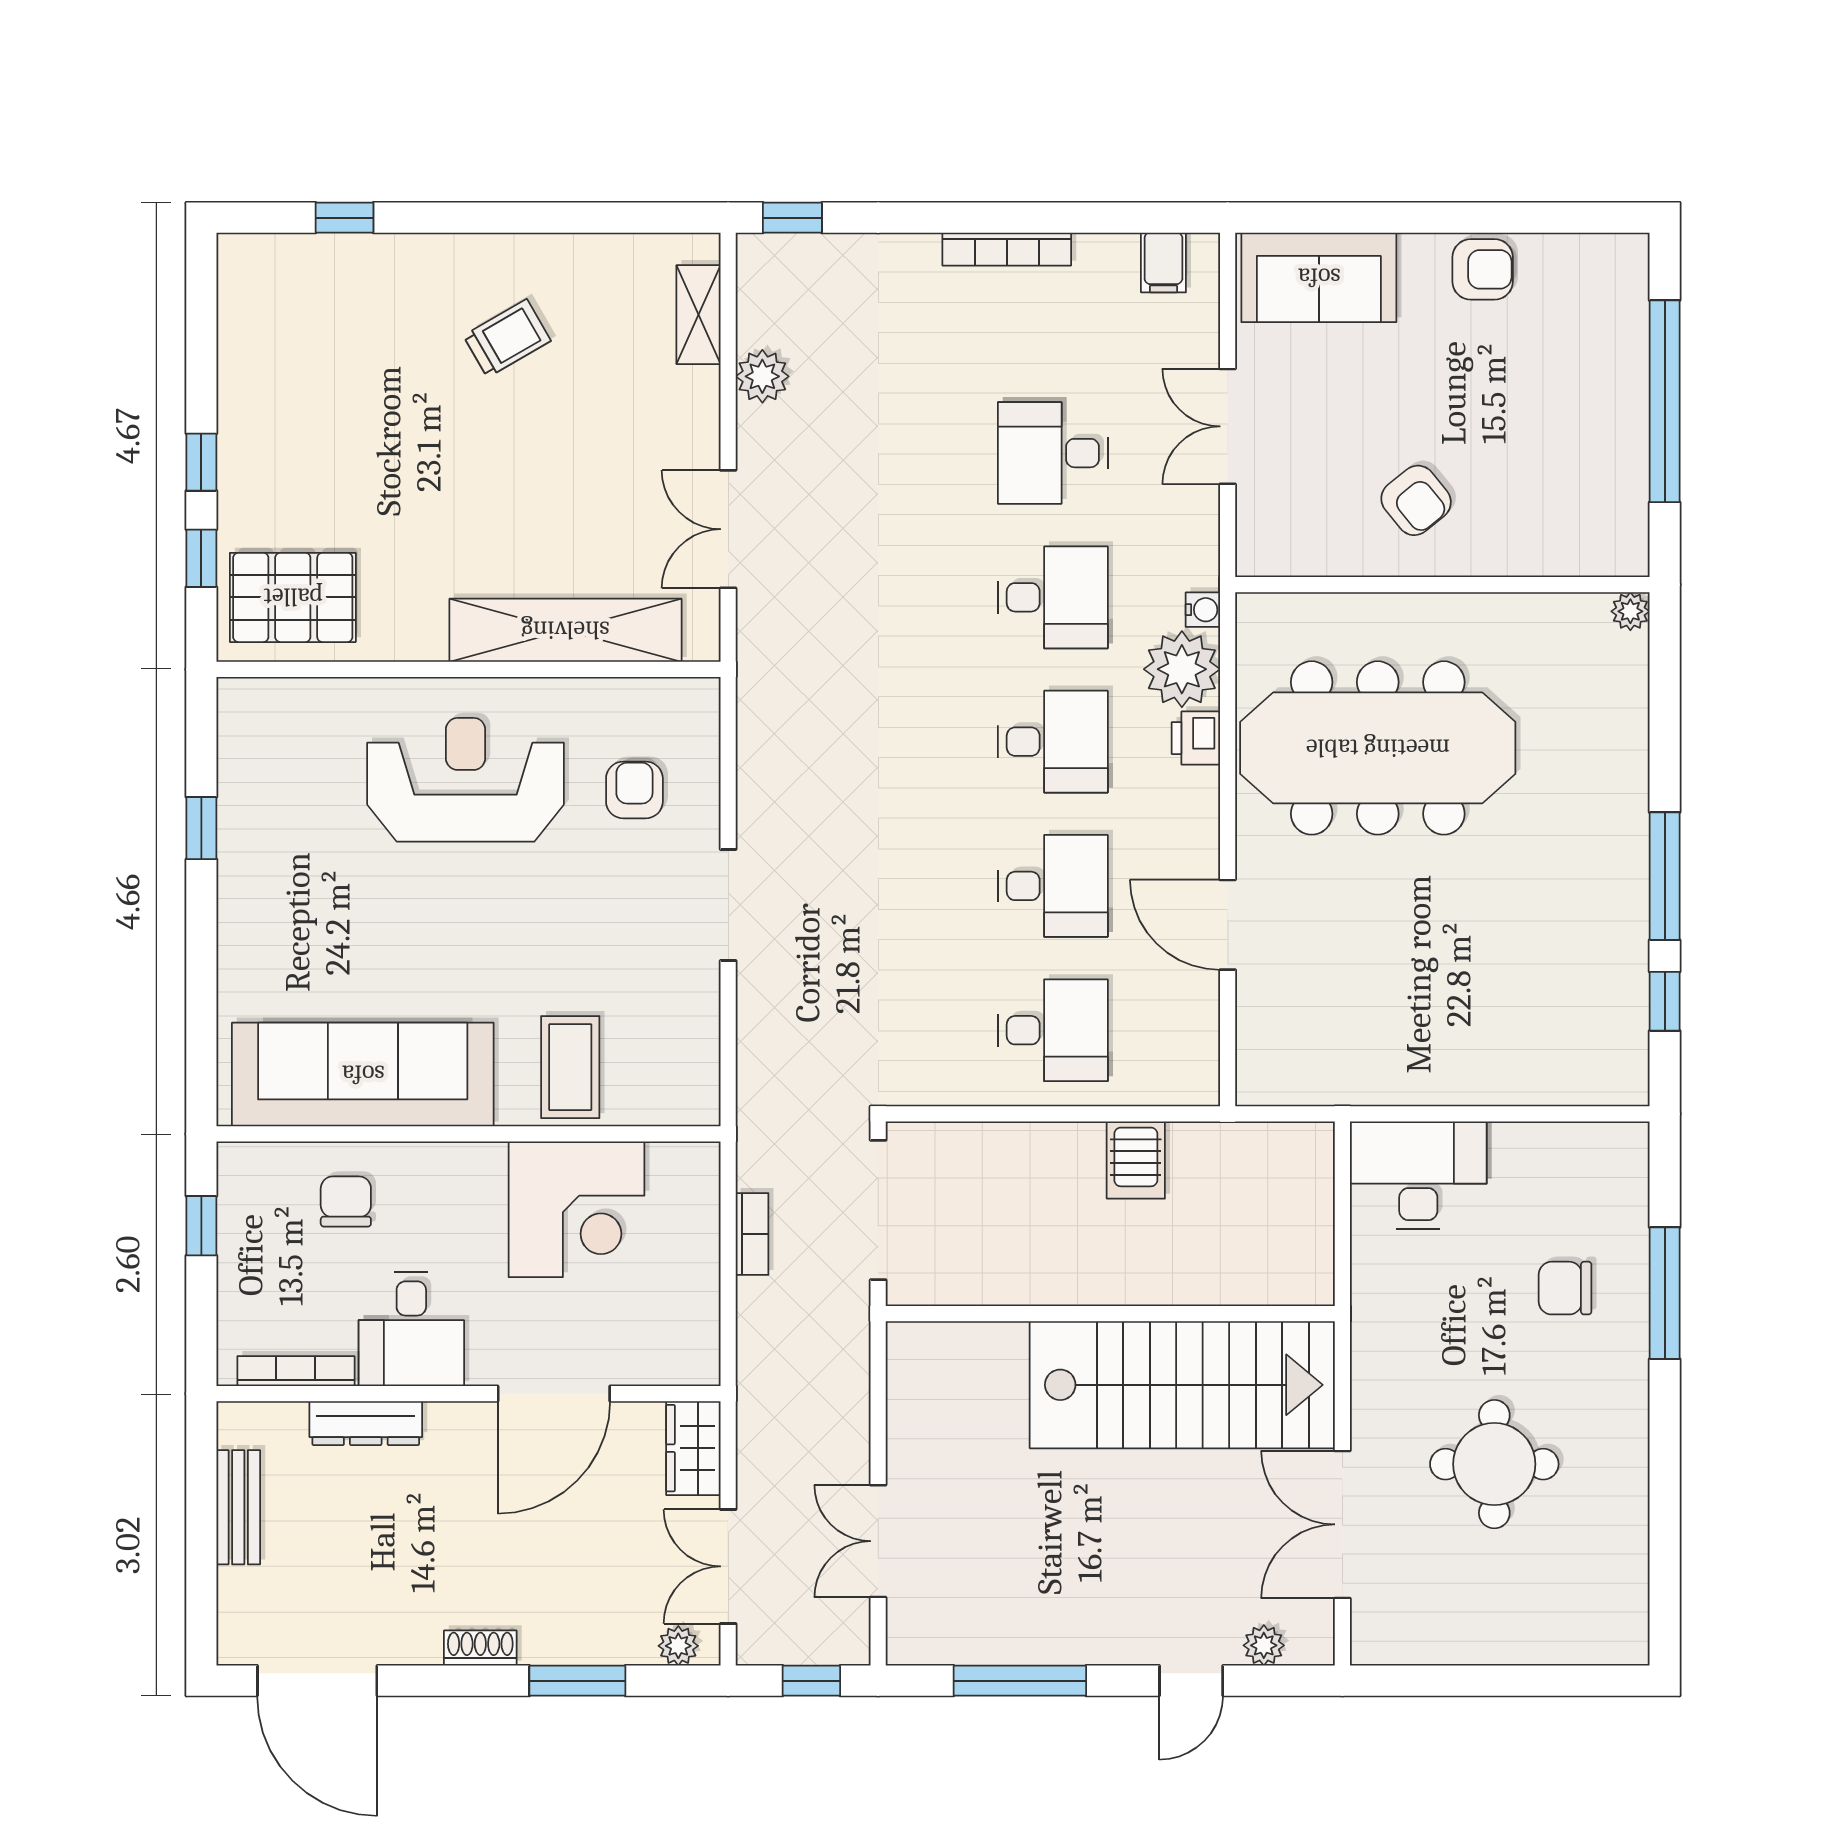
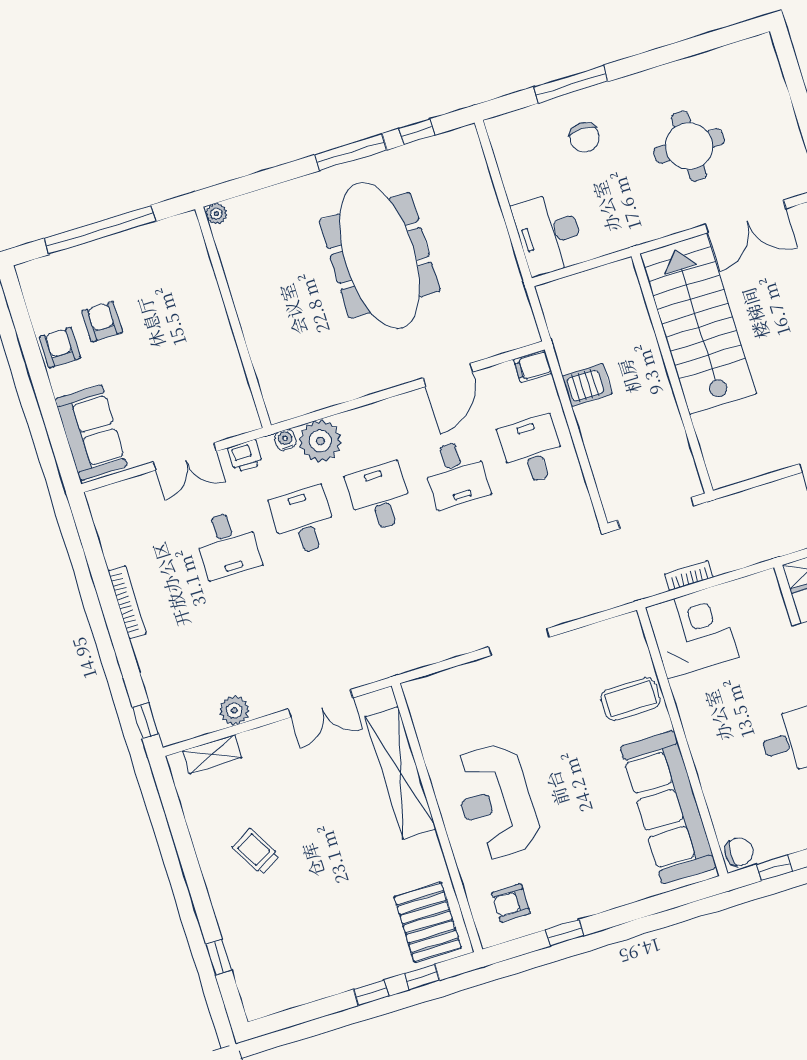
filing cabinet: (1163, 262) -> (533, 366), moved, turned 180
armchair: (1416, 500) -> (102, 322), moved, turned -51
printer: (1196, 738) -> (245, 456), moved
meeting table: (1378, 748) -> (380, 256), moved
armchair: (634, 790) -> (511, 903), moved
desk: (1053, 886) -> (456, 474), turned 180
chair: (346, 1201) -> (739, 852), moved, turned 180
corner desk: (576, 1209) -> (692, 632), moved

